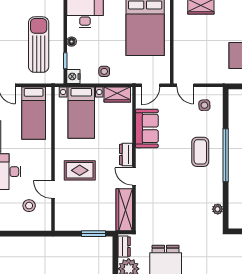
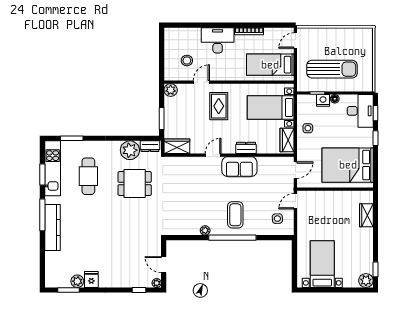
nightstand: (73, 76) -> (323, 100), moved
door: (151, 85) -> (295, 170), swing flipped
sofa: (147, 128) -> (239, 167), moved
coffee table: (200, 152) -> (235, 215), turned 90
dresser: (126, 155) -> (246, 148), moved
plant: (218, 209) -> (205, 230), moved
wardrobe: (124, 210) -> (177, 146), width x0.67
plant: (62, 224) -> (171, 90), added

